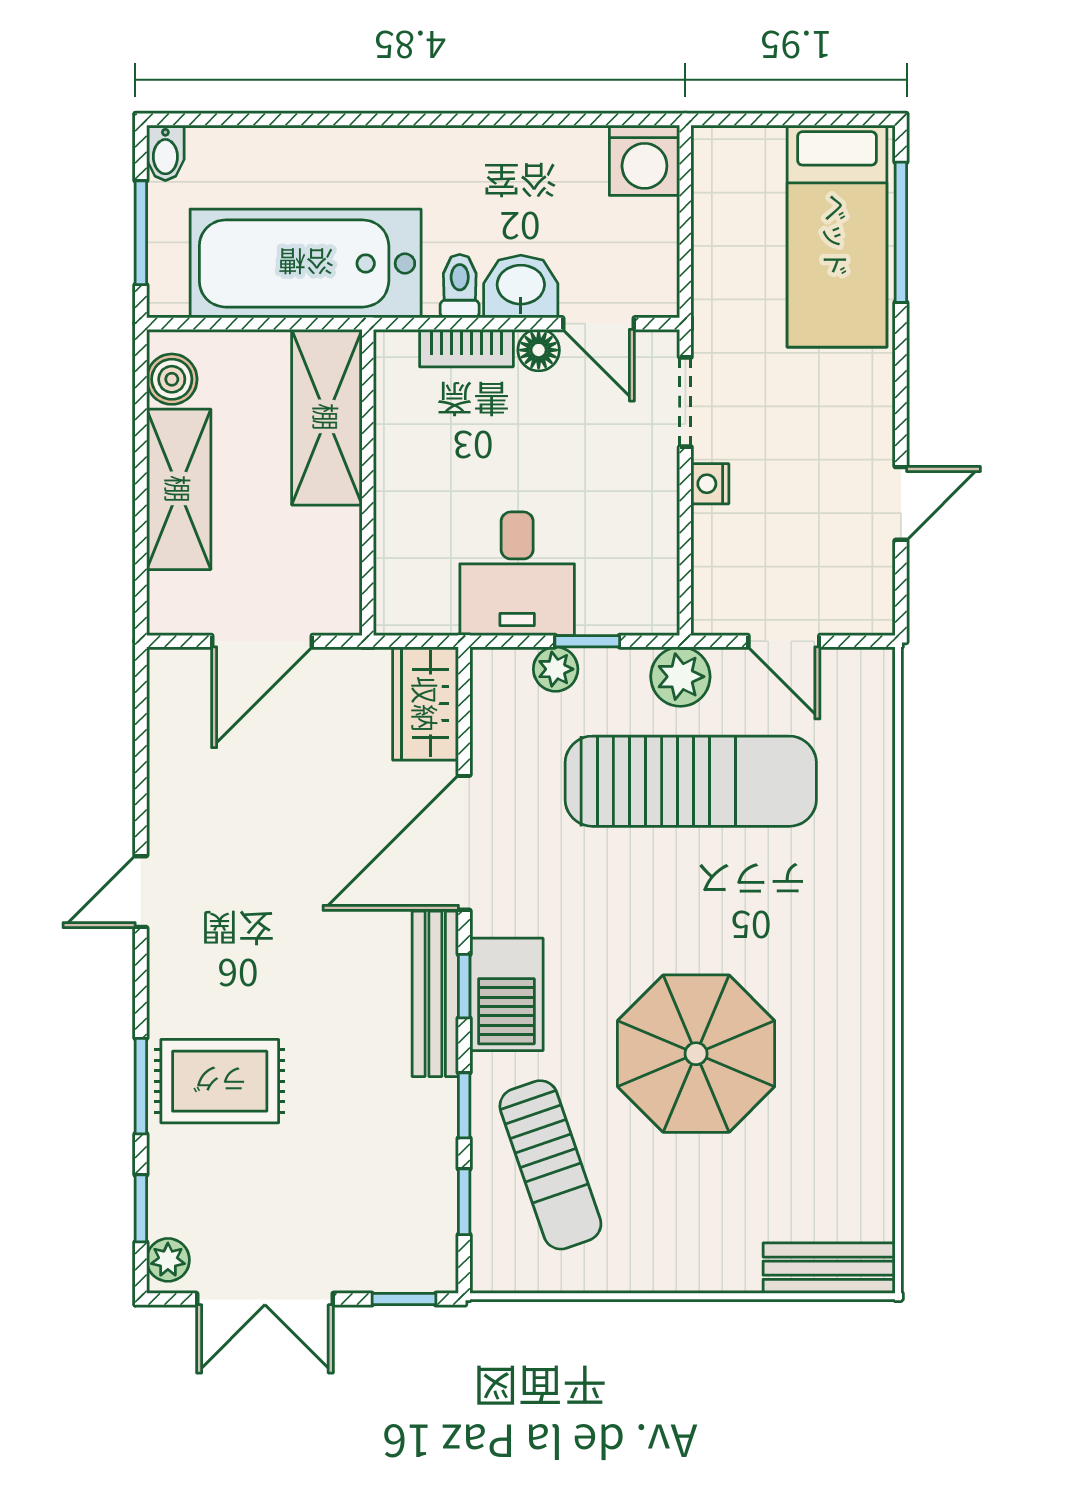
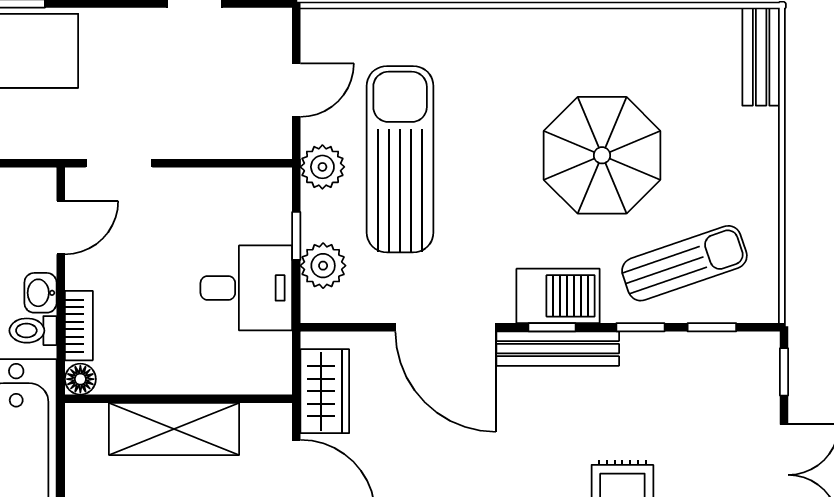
washbasin: (521, 287) -> (40, 293), width x0.72, depth x0.69
floor lamp: (539, 350) -> (80, 379), moved
shelving: (327, 417) -> (174, 429), moved
nightstand: (710, 484) -> (180, 145), removed
plant: (556, 669) -> (323, 266), width x1.38, depth x1.38
wardrobe: (426, 704) -> (325, 391), moved, turned -90

